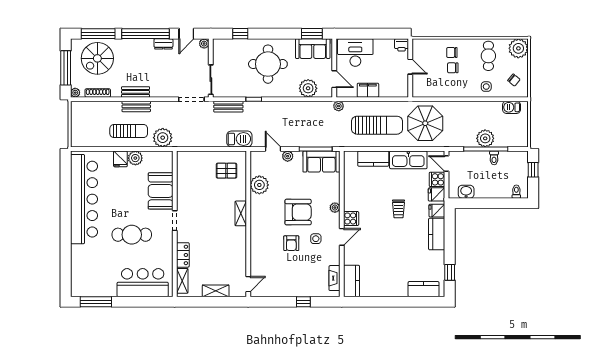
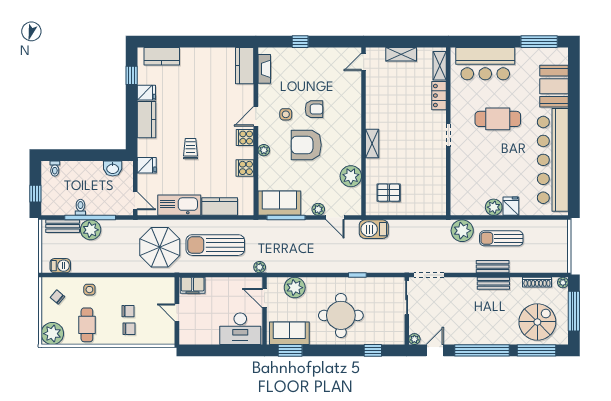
dresser: (163, 44) -> (461, 339), removed
printer: (402, 45) -> (187, 337), removed
filing cabinet: (368, 90) -> (193, 285), moved
bench: (228, 107) -> (63, 226), moved
cooker: (437, 179) -> (245, 168), moved, turned 180
booth: (161, 191) -> (554, 86), moved
fridge: (437, 211) -> (146, 93), moved
armchair: (291, 243) -> (314, 109), turned 90

